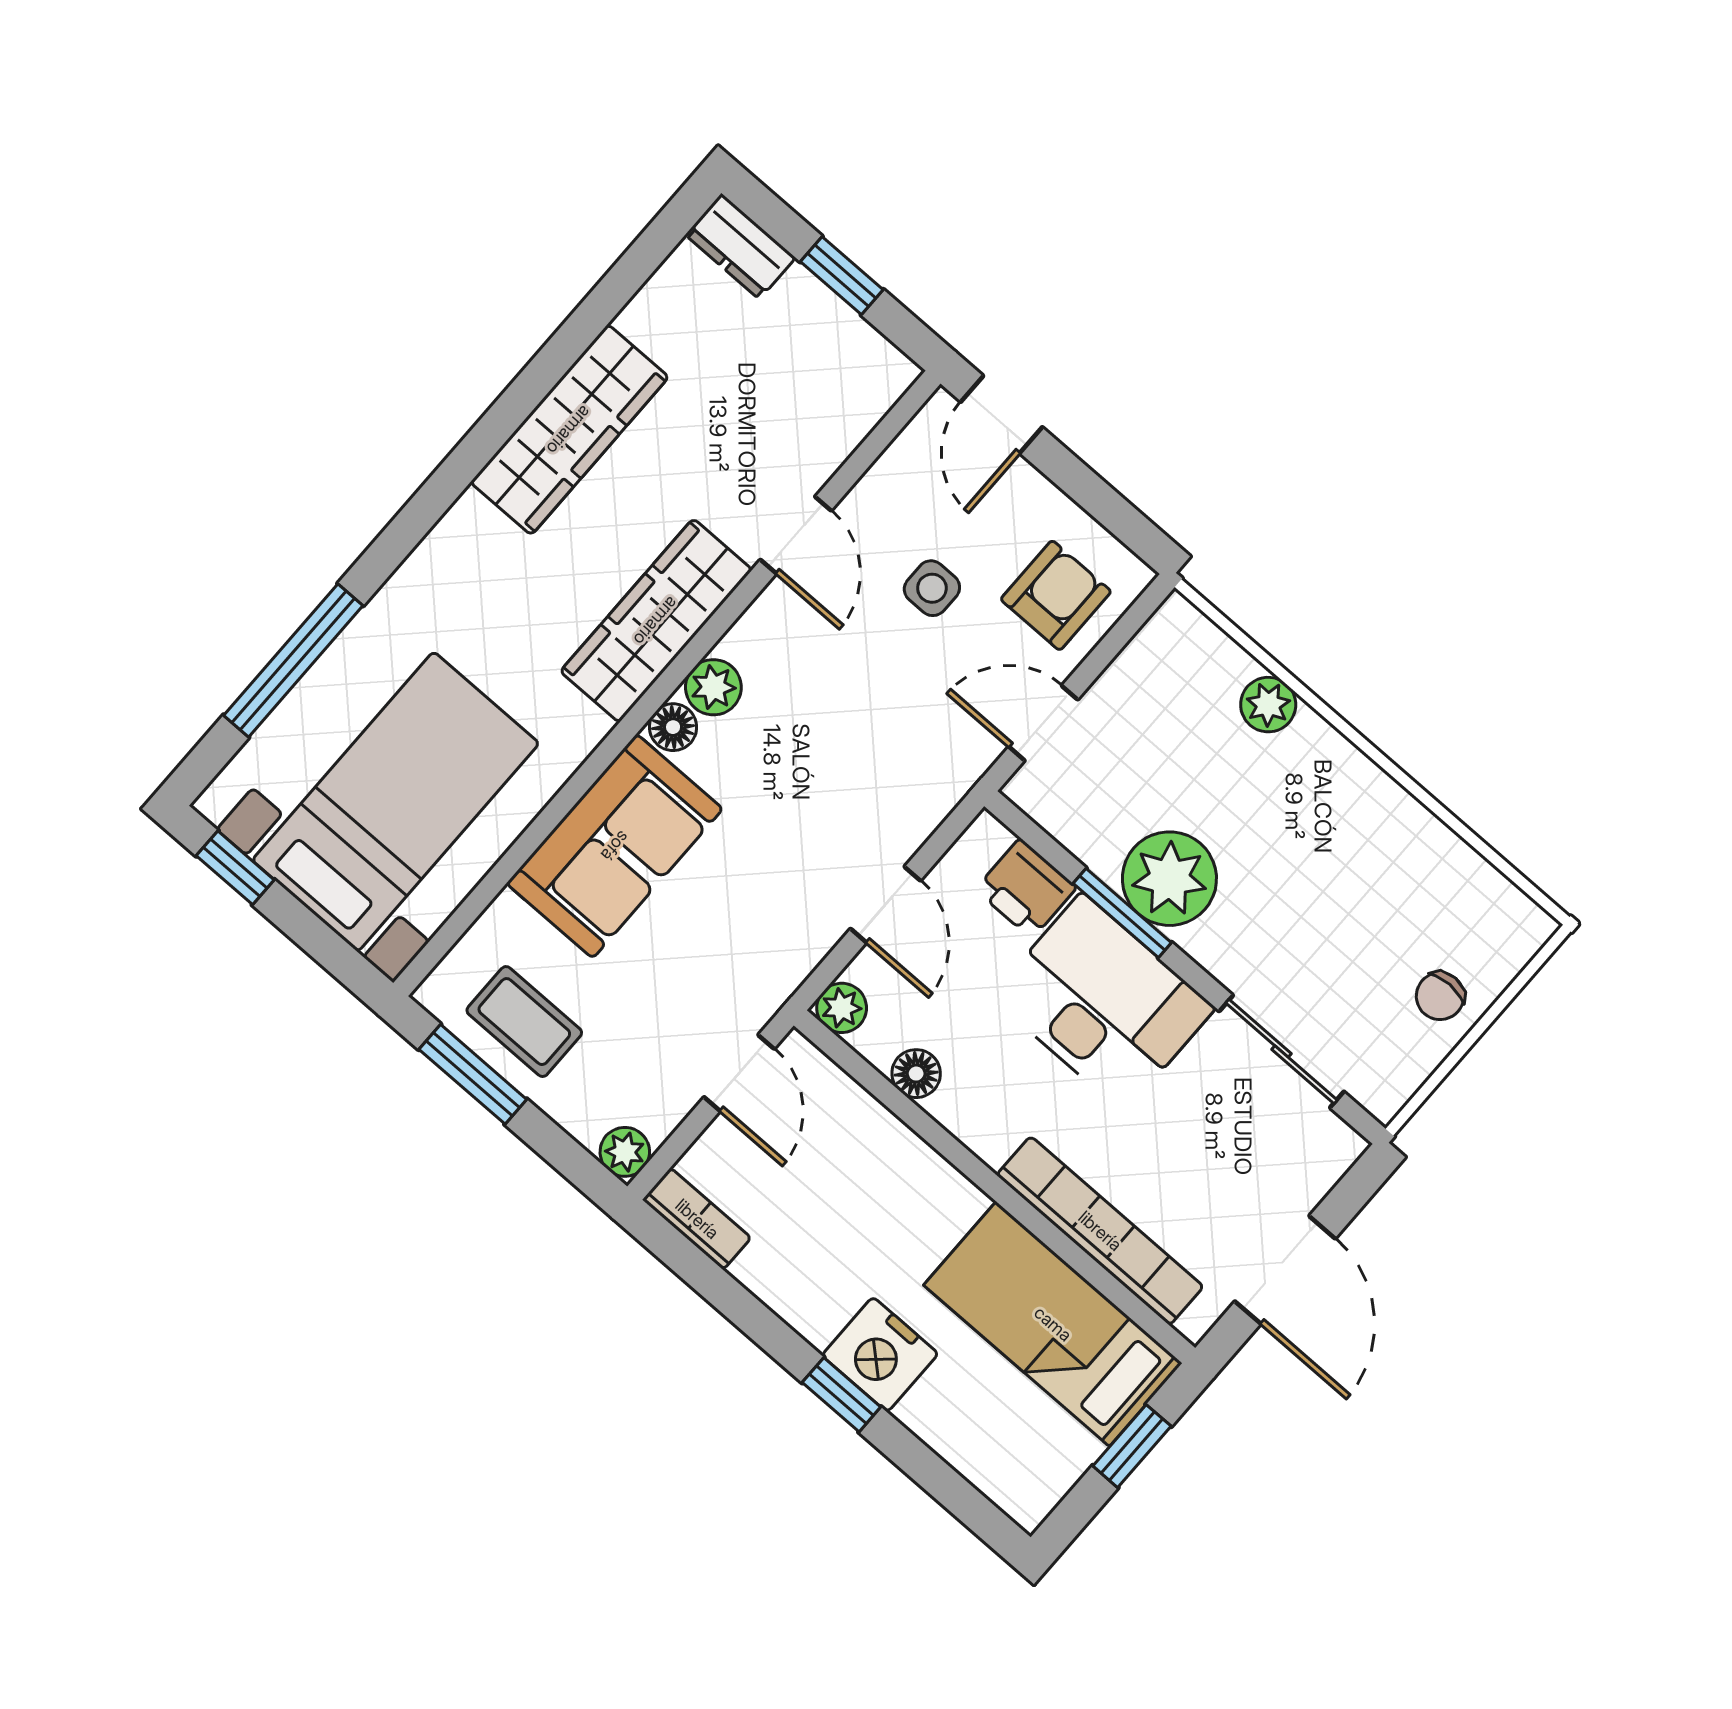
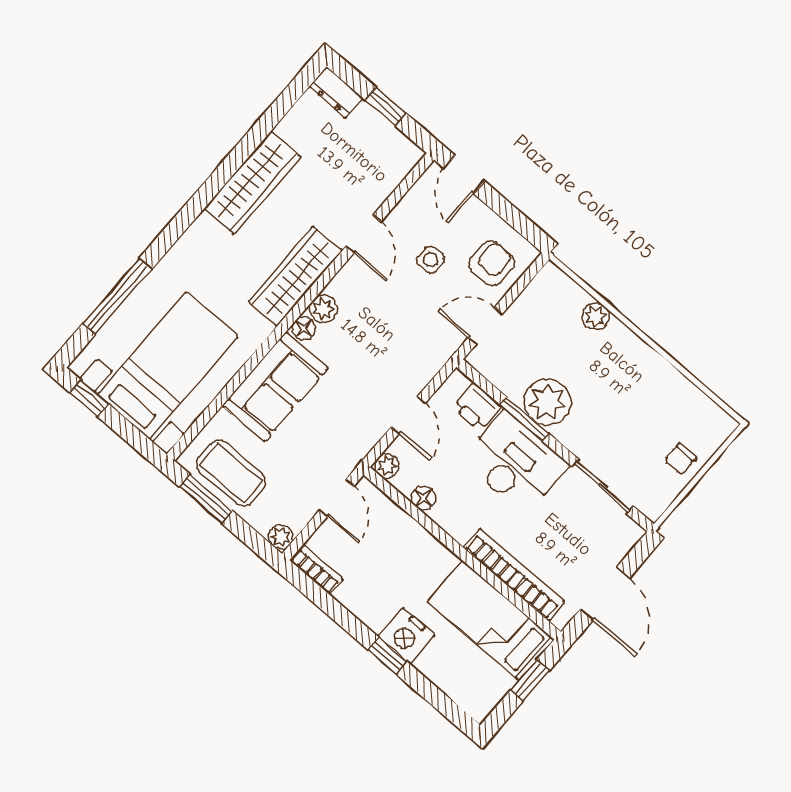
coffee table: (524, 1022) -> (231, 473), width x1.36, depth x1.30

